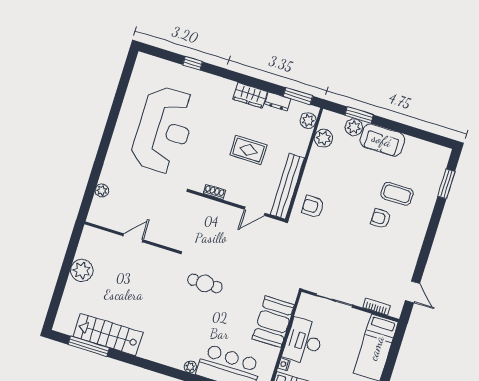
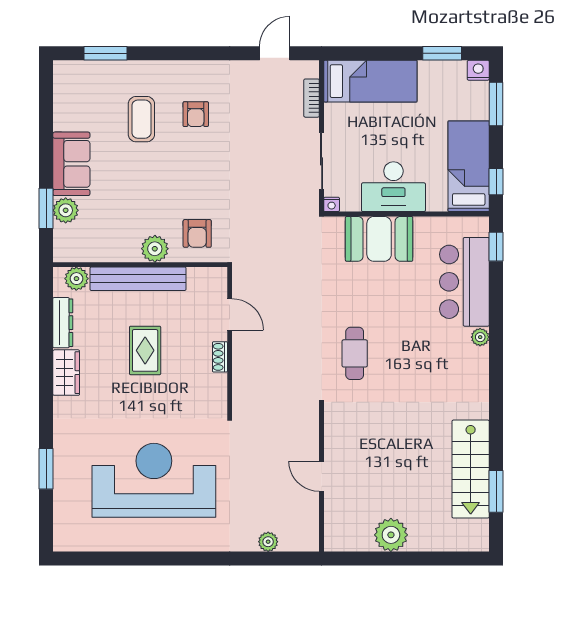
window: (193, 63) -> (46, 469), width x1.50
window: (298, 96) -> (46, 304), removed
dresser: (278, 101) -> (63, 323), width x1.44
plant: (323, 138) -> (155, 249), moved
bench: (287, 186) -> (138, 279), moved
shoe rack: (214, 192) -> (220, 357), moved
armchair: (381, 219) -> (196, 114), moved
window: (89, 346) -> (496, 491), width x0.69
nightstand: (284, 364) -> (332, 204), moved

